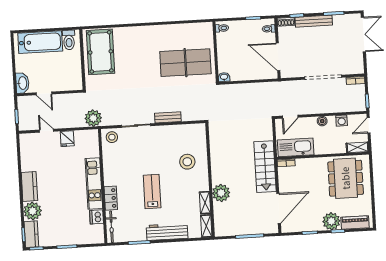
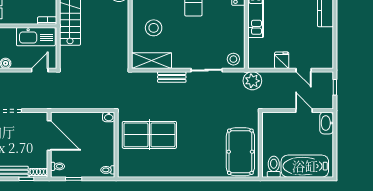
shelving: (187, 131) -> (152, 61), added

